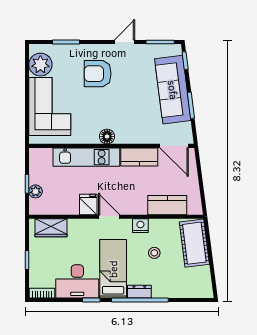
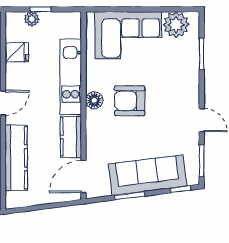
armchair: (98, 74) -> (130, 101), moved, turned -90
fridge: (88, 204) -> (17, 52), moved
kitchen counter: (167, 205) -> (16, 158), width x1.50

